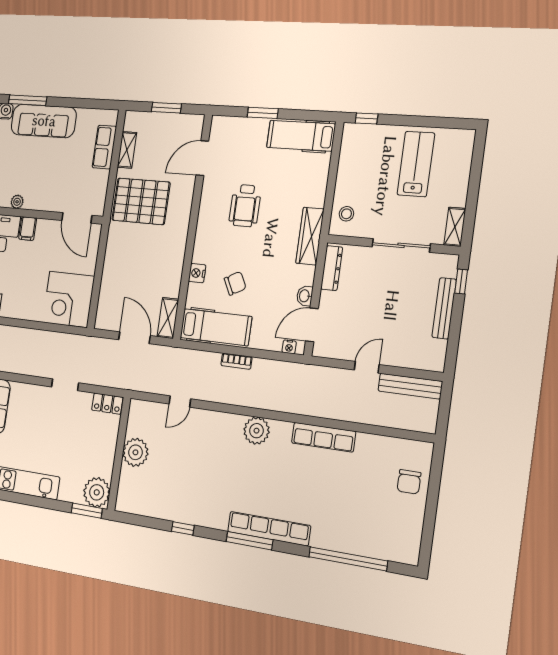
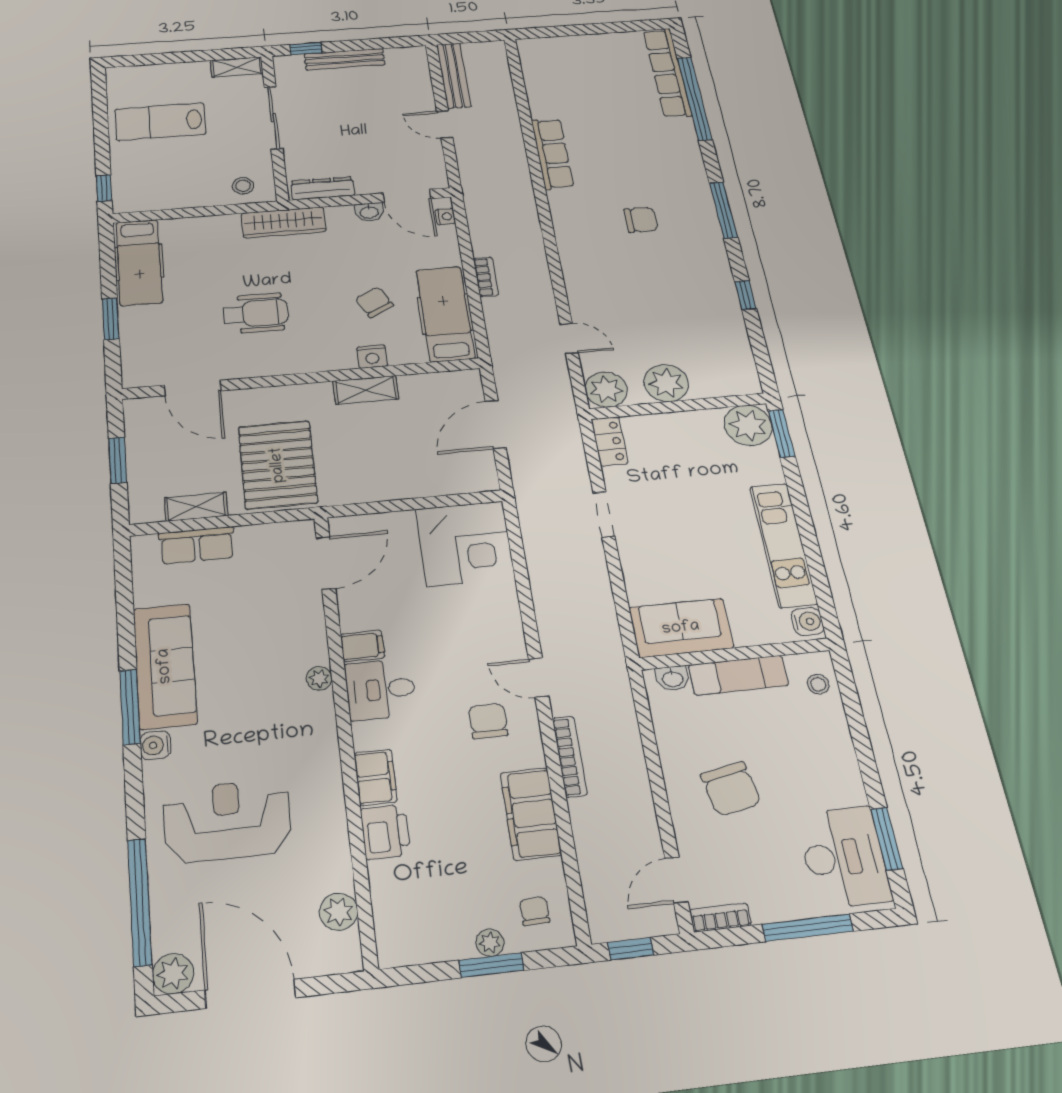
shelving: (168, 318) -> (366, 390), moved
plant: (256, 431) -> (606, 390), moved
chair: (409, 482) -> (641, 220), moved
row of seats: (269, 529) -> (667, 73), moved

